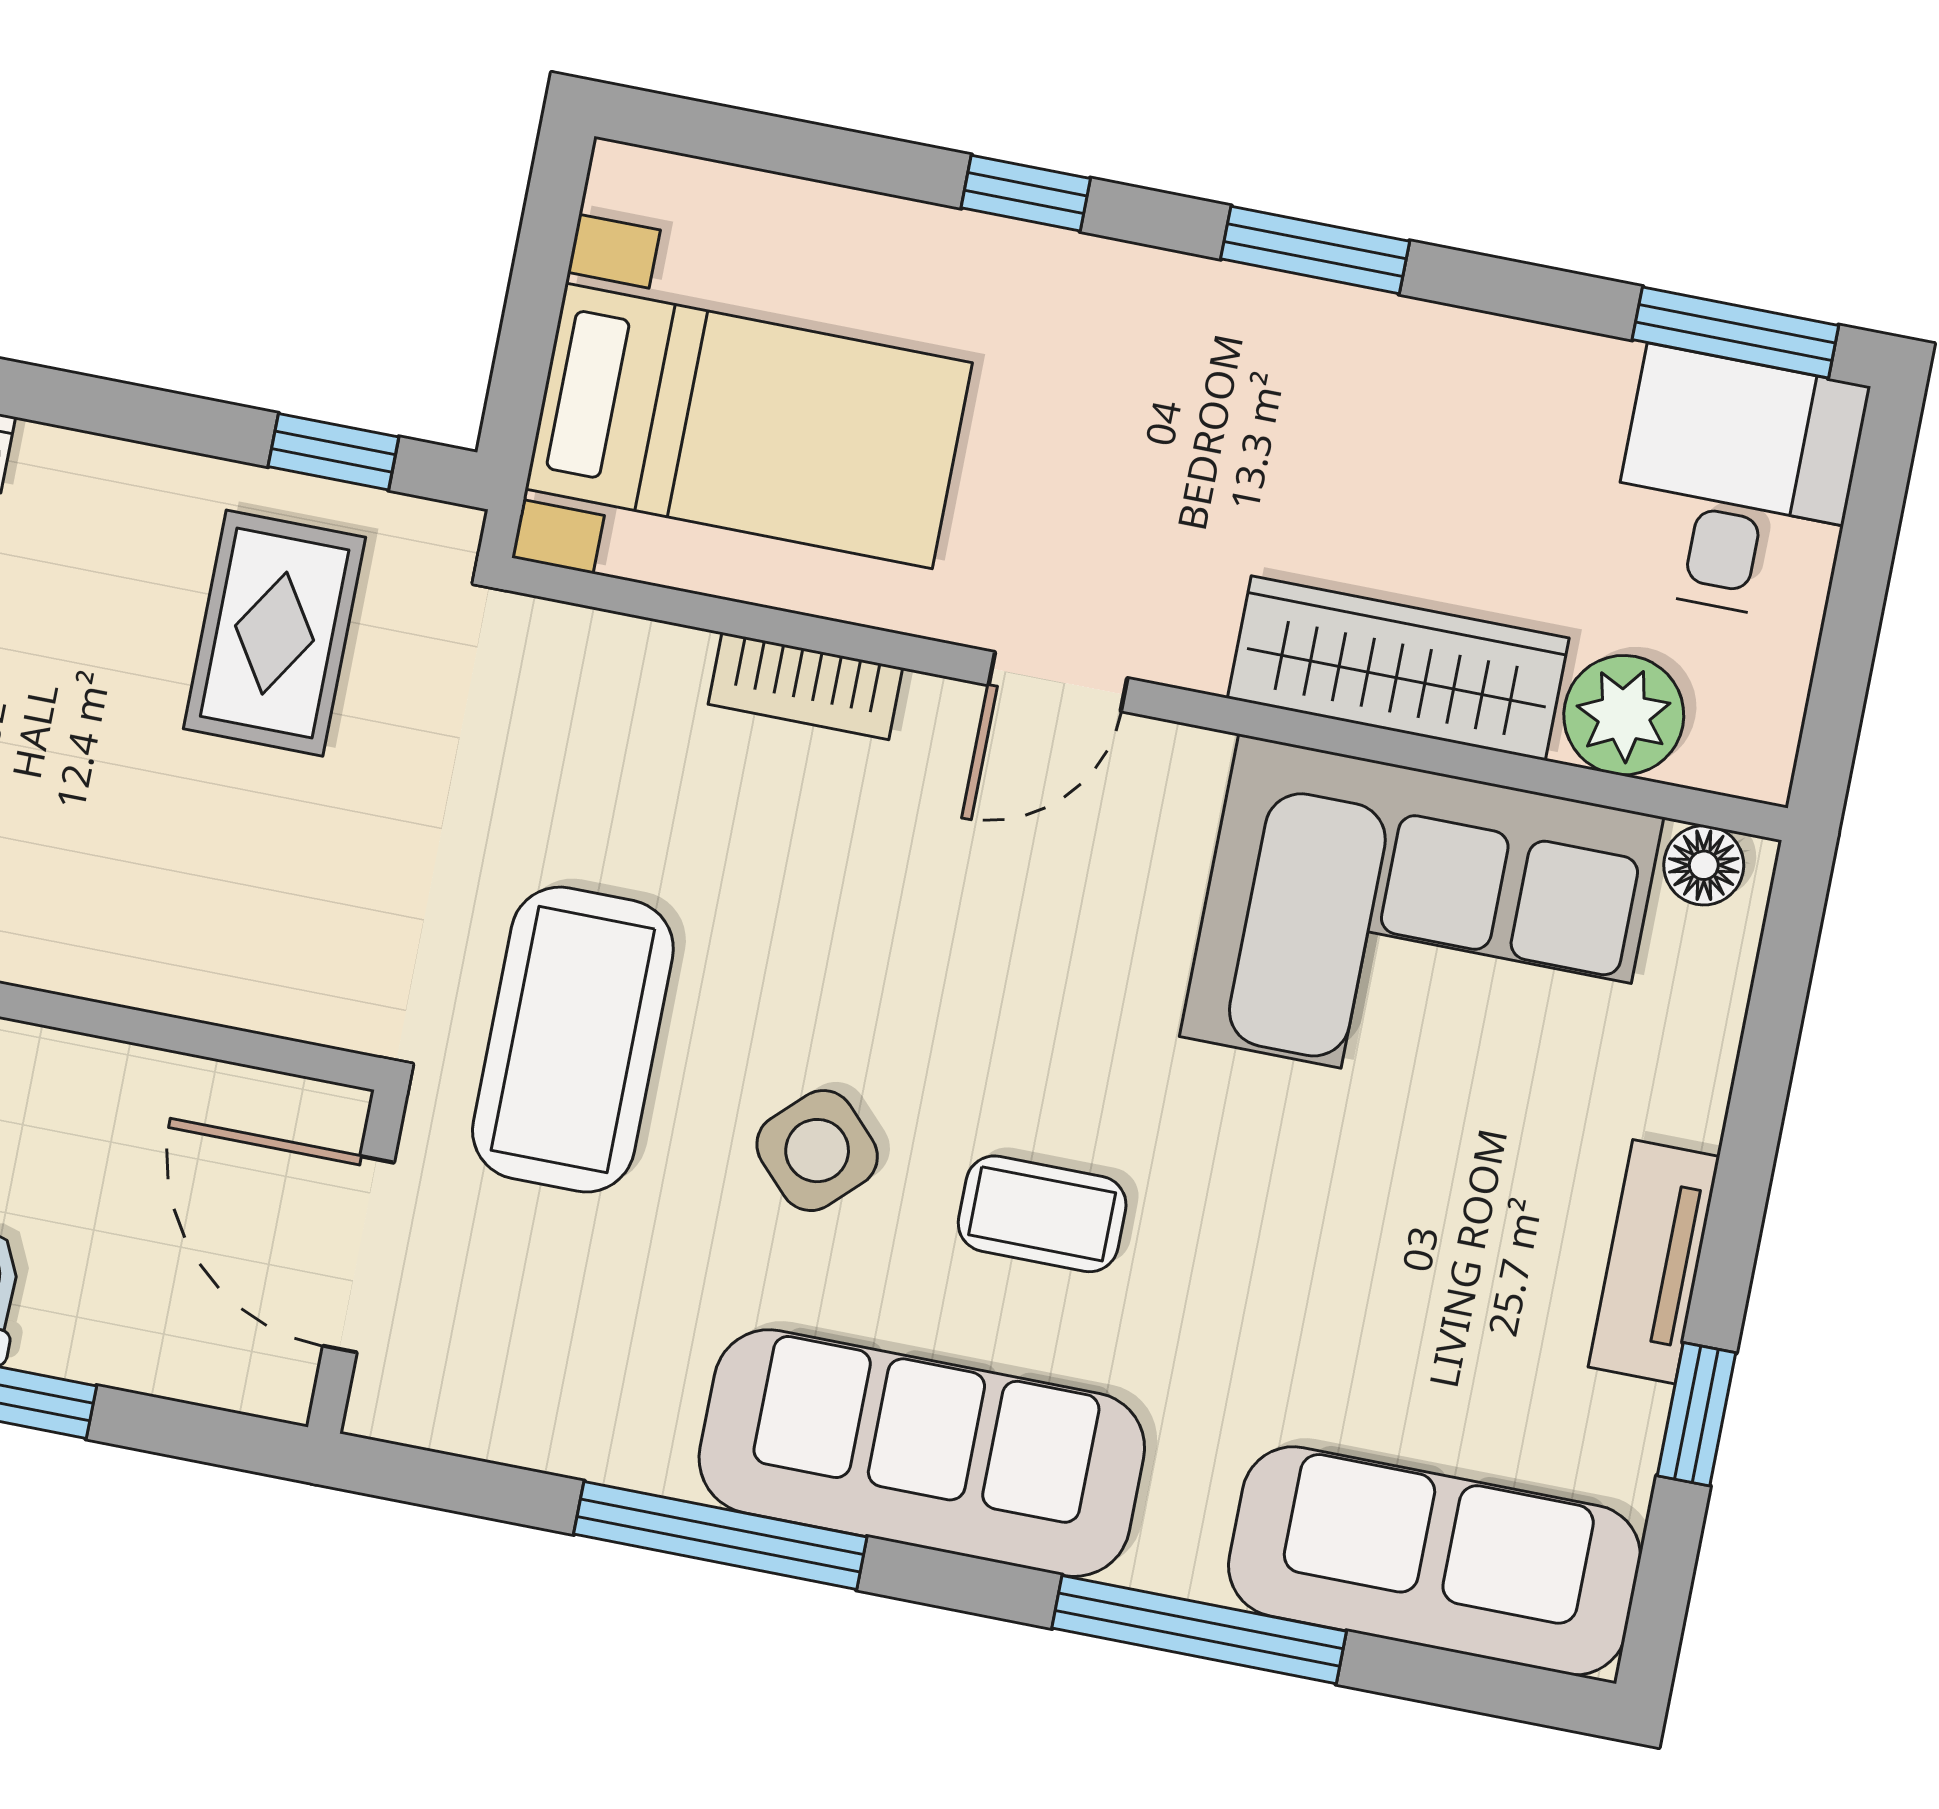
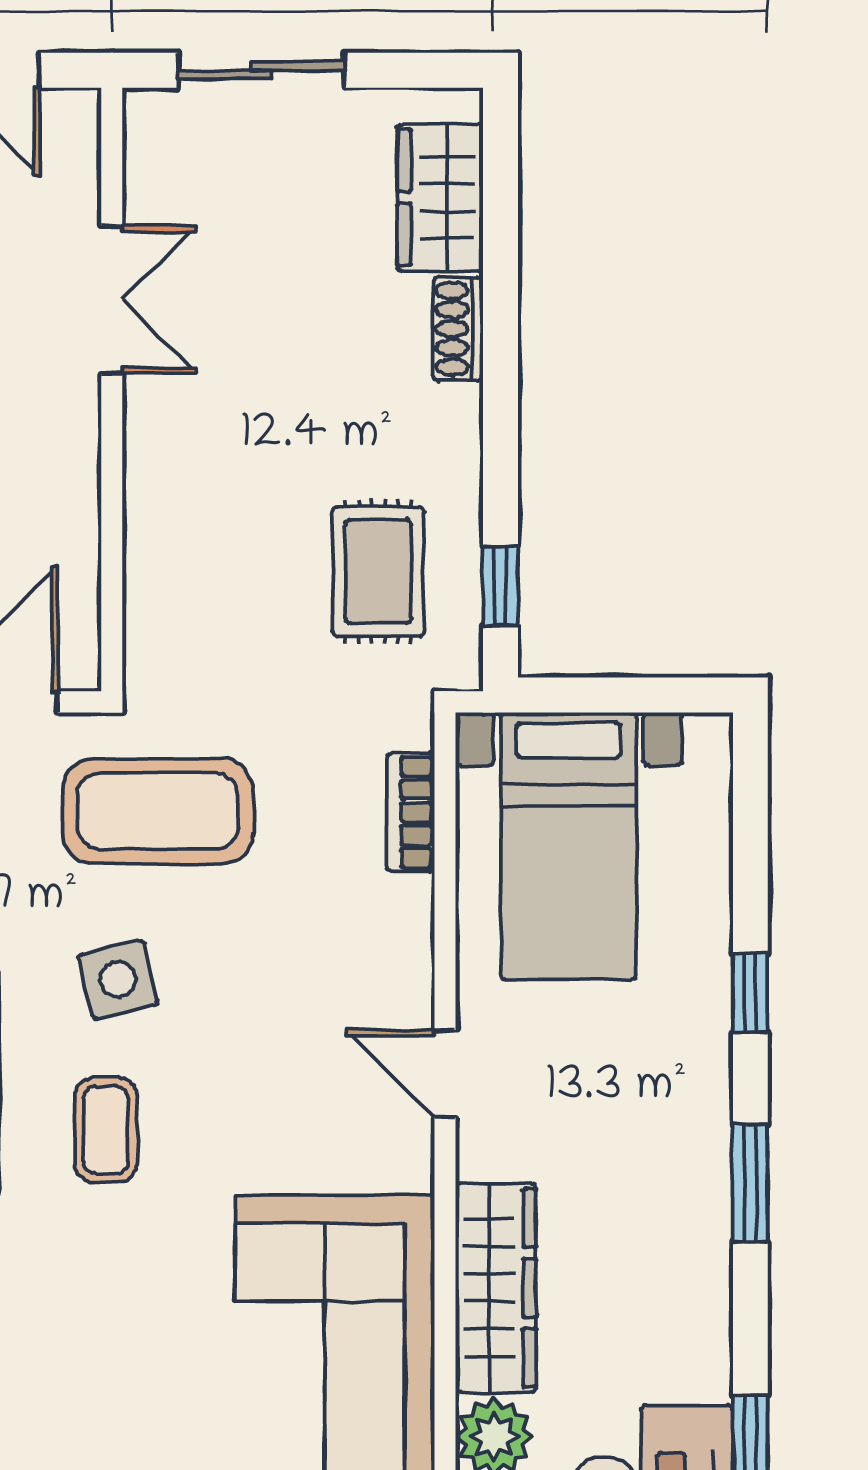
rug: (275, 633) -> (378, 571), turned 90
bookcase: (805, 686) -> (411, 812), moved
side table: (817, 1151) -> (118, 980), turned 31

